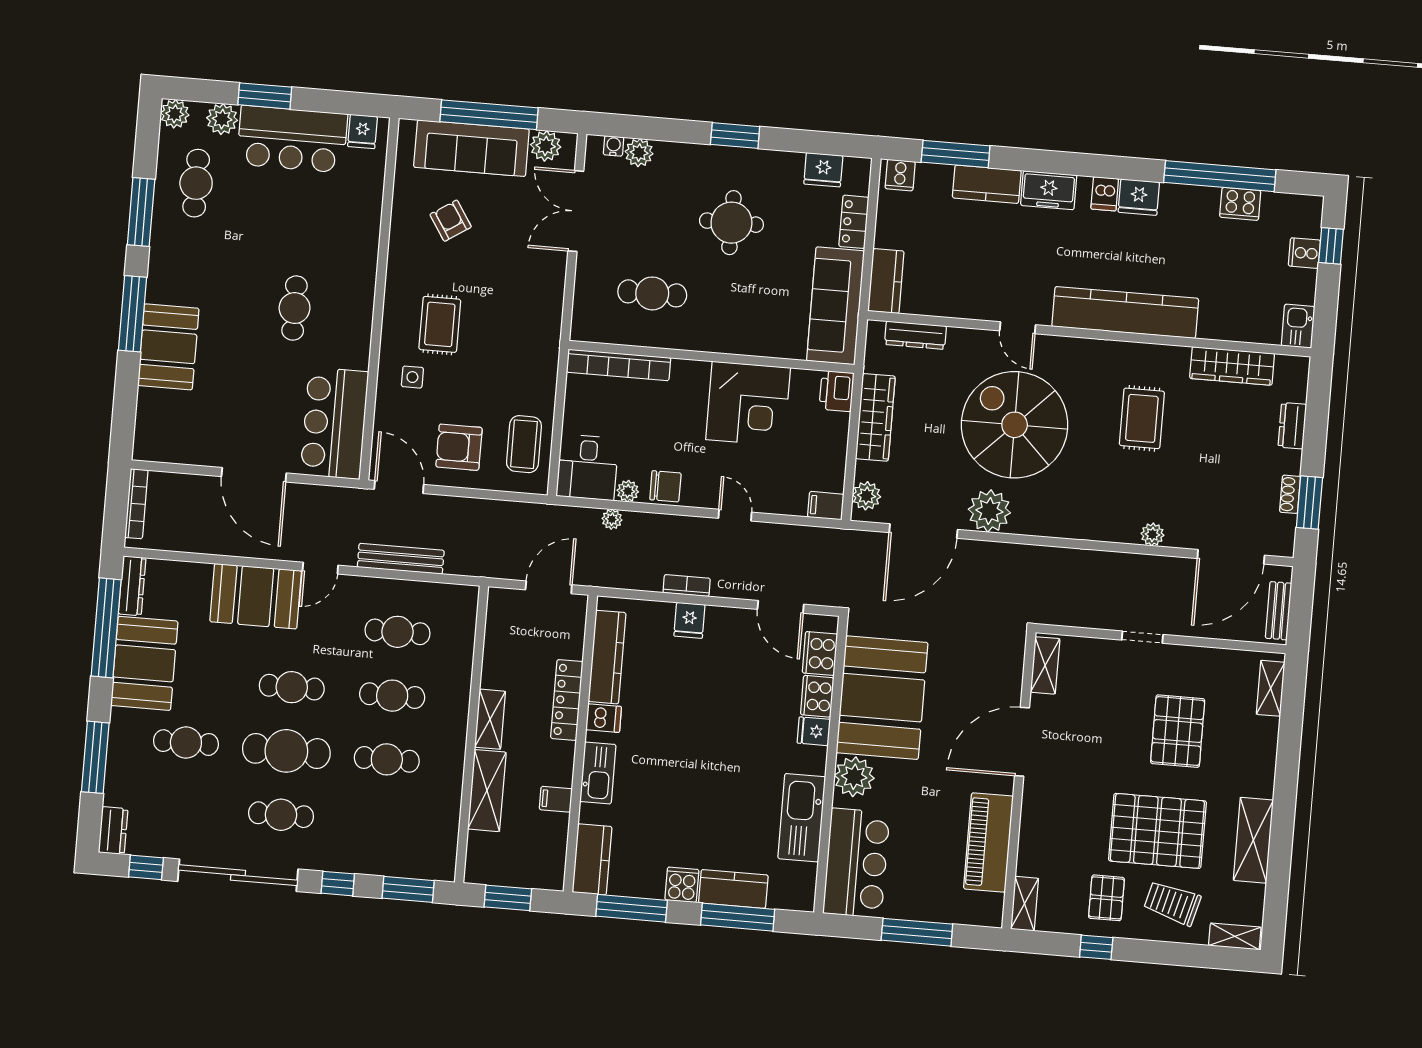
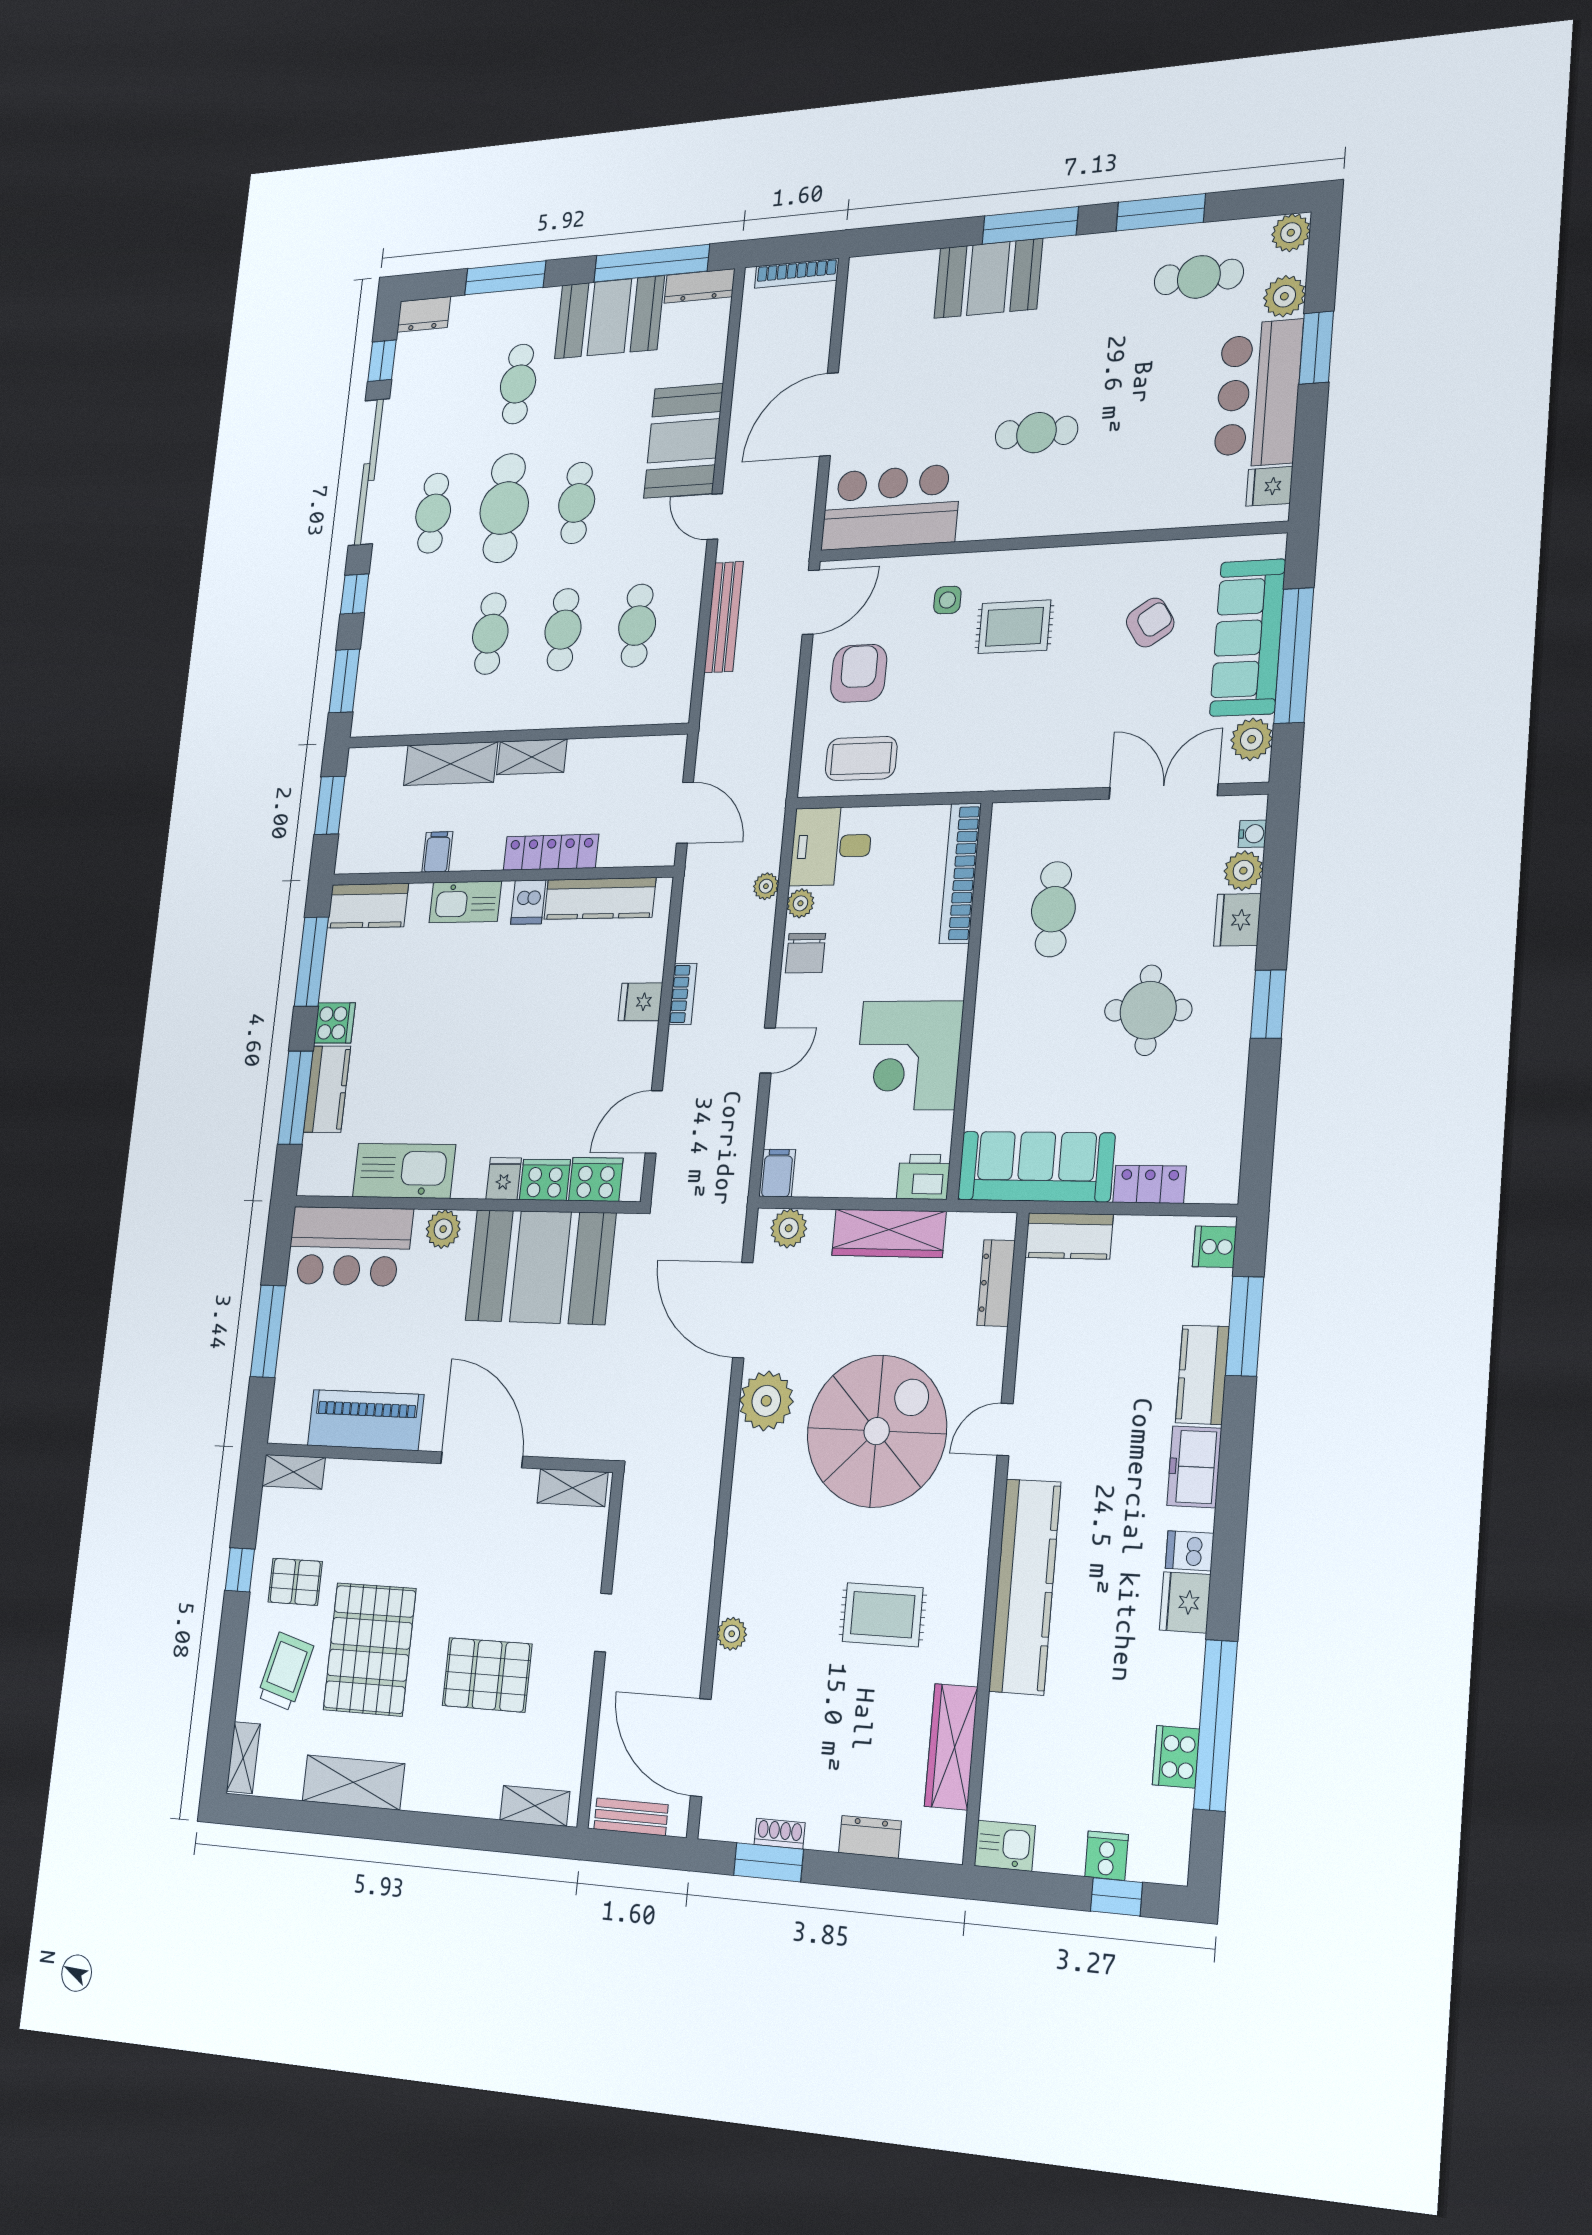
fridge: (823, 170) -> (1237, 920), moved
plant: (854, 777) -> (443, 1229), width x0.73, depth x0.73

